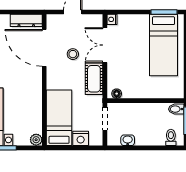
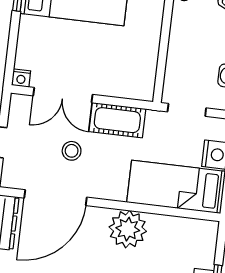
floor lamp: (117, 94) -> (147, 85), removed
plant: (36, 140) -> (128, 229), moved, width x1.87, depth x1.87

